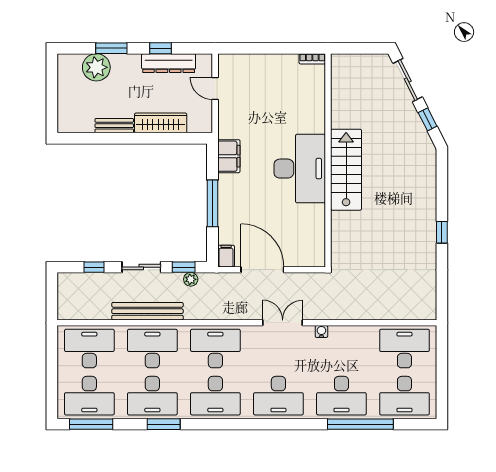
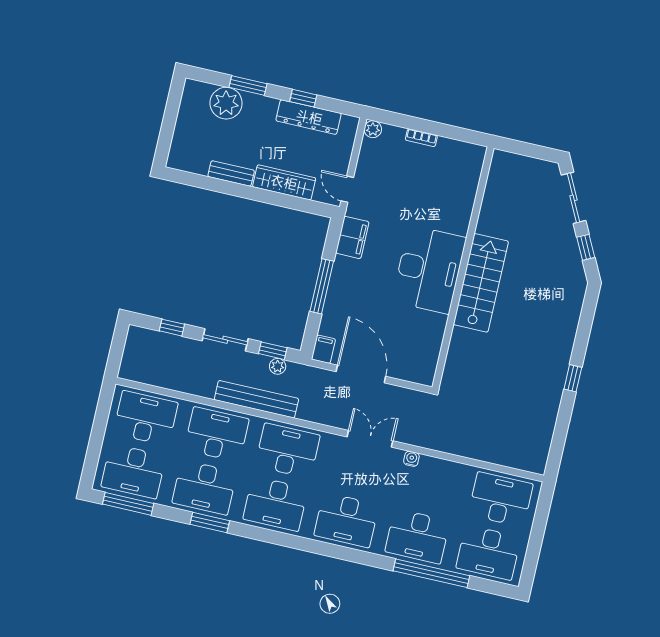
bookcase: (312, 59) -> (421, 138), moved
plant: (225, 61) -> (373, 129), added
door: (215, 88) -> (347, 189), moved
bench: (147, 311) -> (256, 399), moved

